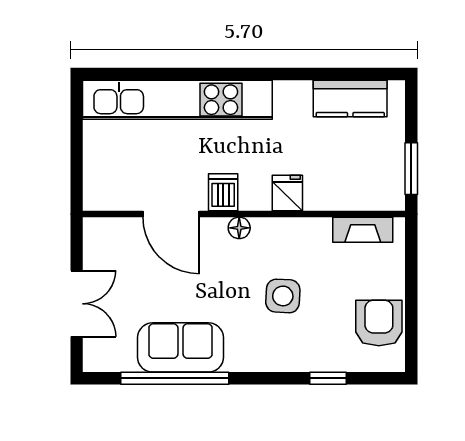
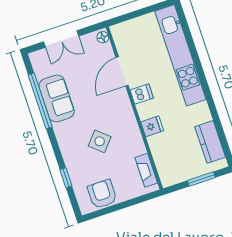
window: (411, 169) -> (201, 179), moved
floor lamp: (239, 228) -> (103, 37), moved
side table: (283, 296) -> (100, 141), turned 38
armchair: (379, 323) -> (102, 194), turned -90

